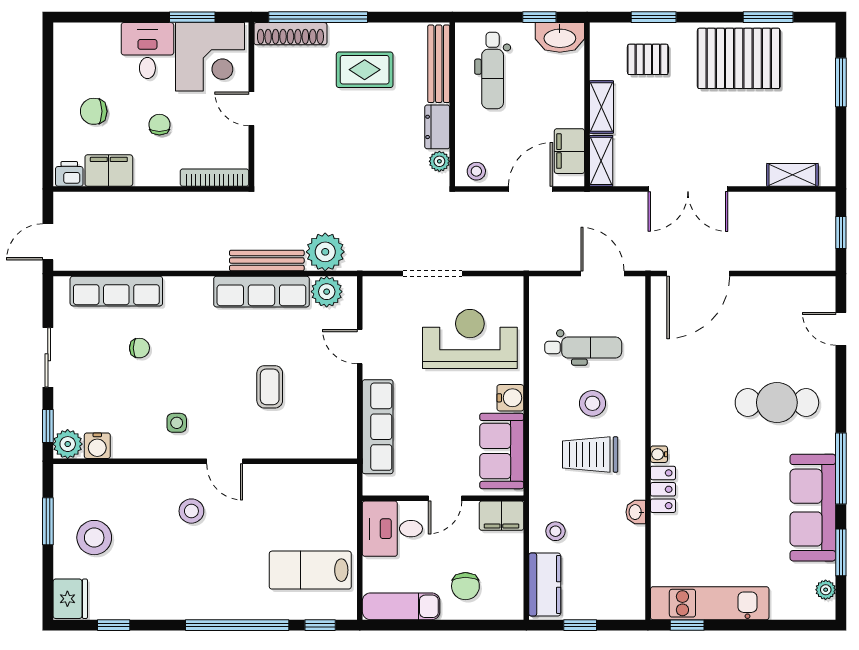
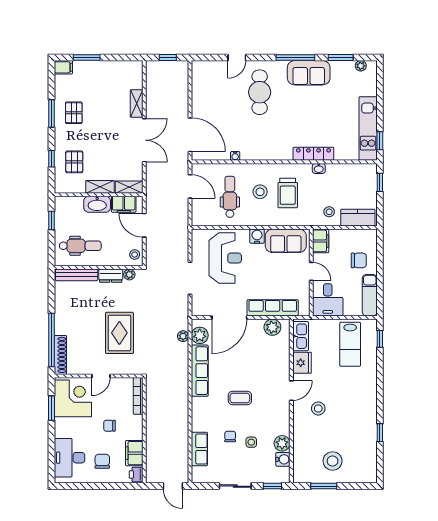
window: (654, 17) -> (51, 159), width x0.67
window: (768, 17) -> (51, 114), moved
washbasin: (560, 37) -> (97, 204), moved, turned 90
filing cabinet: (823, 39) -> (63, 67), added
desk: (147, 51) -> (69, 458), moved, width x1.37
pallet: (739, 58) -> (74, 113), width x0.49, depth x0.50
rug: (365, 70) -> (119, 333), moved, width x1.36, depth x1.43
chair: (94, 111) -> (102, 461), turned 180
shelving: (792, 175) -> (137, 104), moved
plant: (325, 252) -> (183, 336), width x0.53, depth x0.53
bench: (267, 260) -> (183, 368), removed
door: (603, 274) -> (190, 186), swing flipped
row of seats: (116, 291) -> (199, 449), width x0.68
door: (841, 329) -> (237, 58), moved
reception desk: (470, 339) -> (225, 258), turned 180
door: (360, 347) -> (229, 318), width x1.88
coffee table: (270, 387) -> (240, 398), moved
side table: (177, 423) -> (251, 442), moved
plant: (342, 426) -> (272, 327), added
plant: (68, 444) -> (282, 443), moved
water cooler: (659, 454) -> (235, 156), moved
kitchen sink: (325, 478) -> (301, 336), added
locker: (663, 489) -> (313, 154), width x1.53
sofa: (813, 508) -> (309, 73), width x0.73
fridge: (70, 599) -> (302, 363), moved, turned 90
window: (114, 625) -> (380, 433), moved
window: (237, 625) -> (380, 384), removed
window: (580, 625) -> (380, 182), moved

